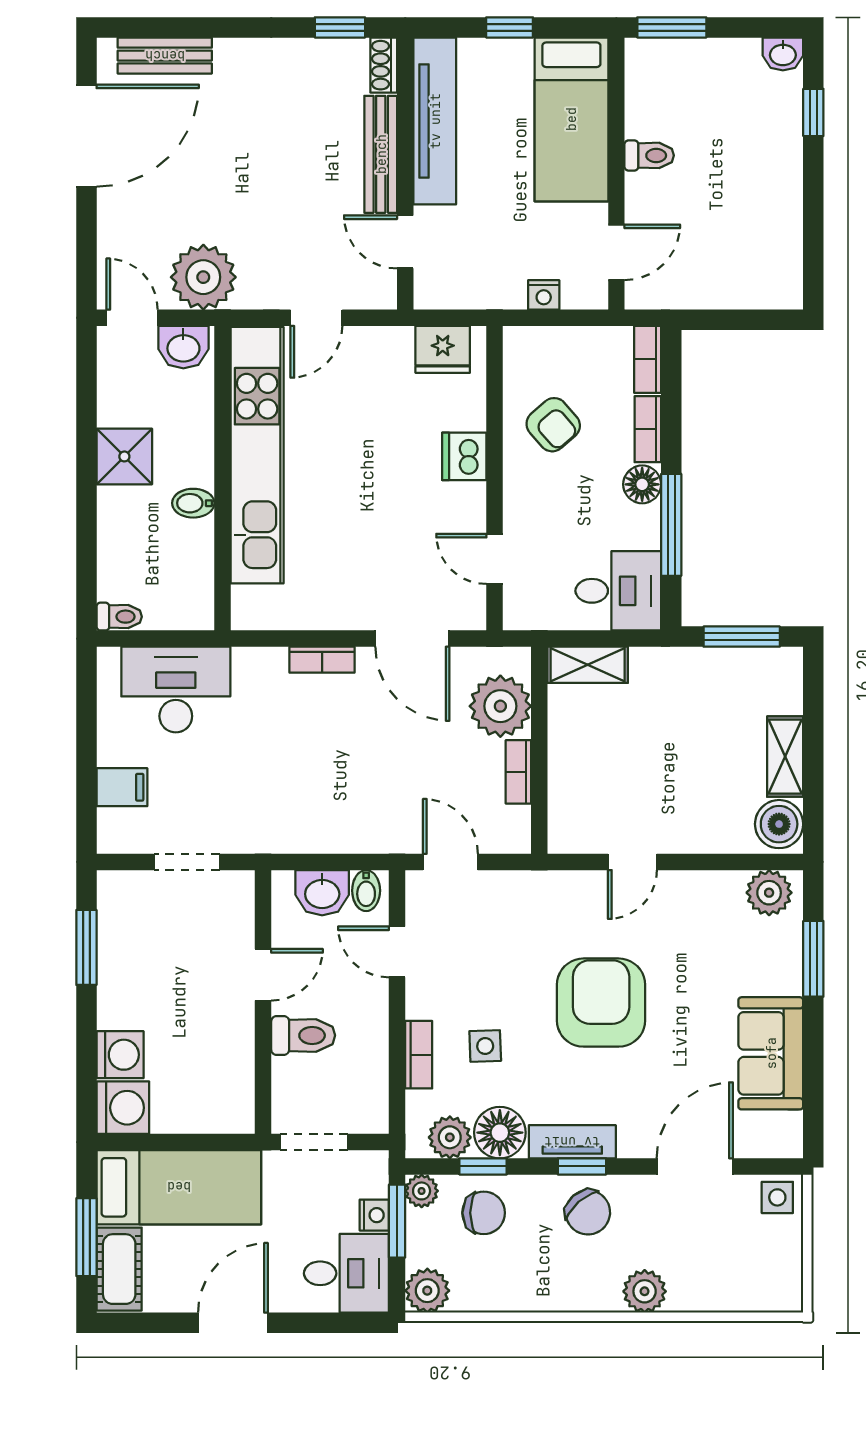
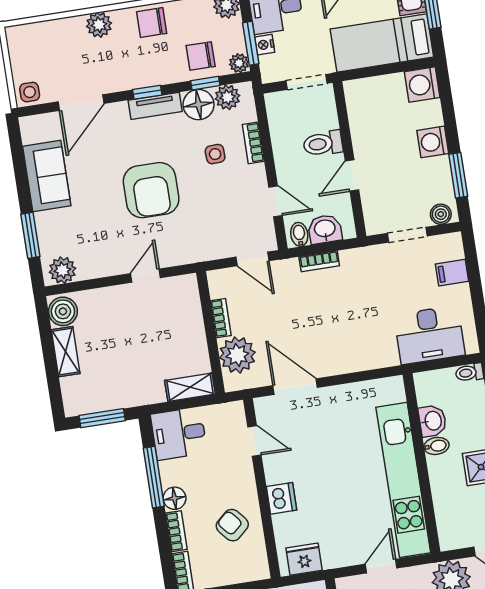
washbasin: (183, 347) -> (433, 421), moved, turned 90
bookcase: (322, 660) -> (319, 261), moved, turned 180
boiler: (126, 887) -> (441, 214), added
washing machine: (120, 1055) -> (433, 142), moved
chair: (588, 1212) -> (152, 23), moved, turned -49

